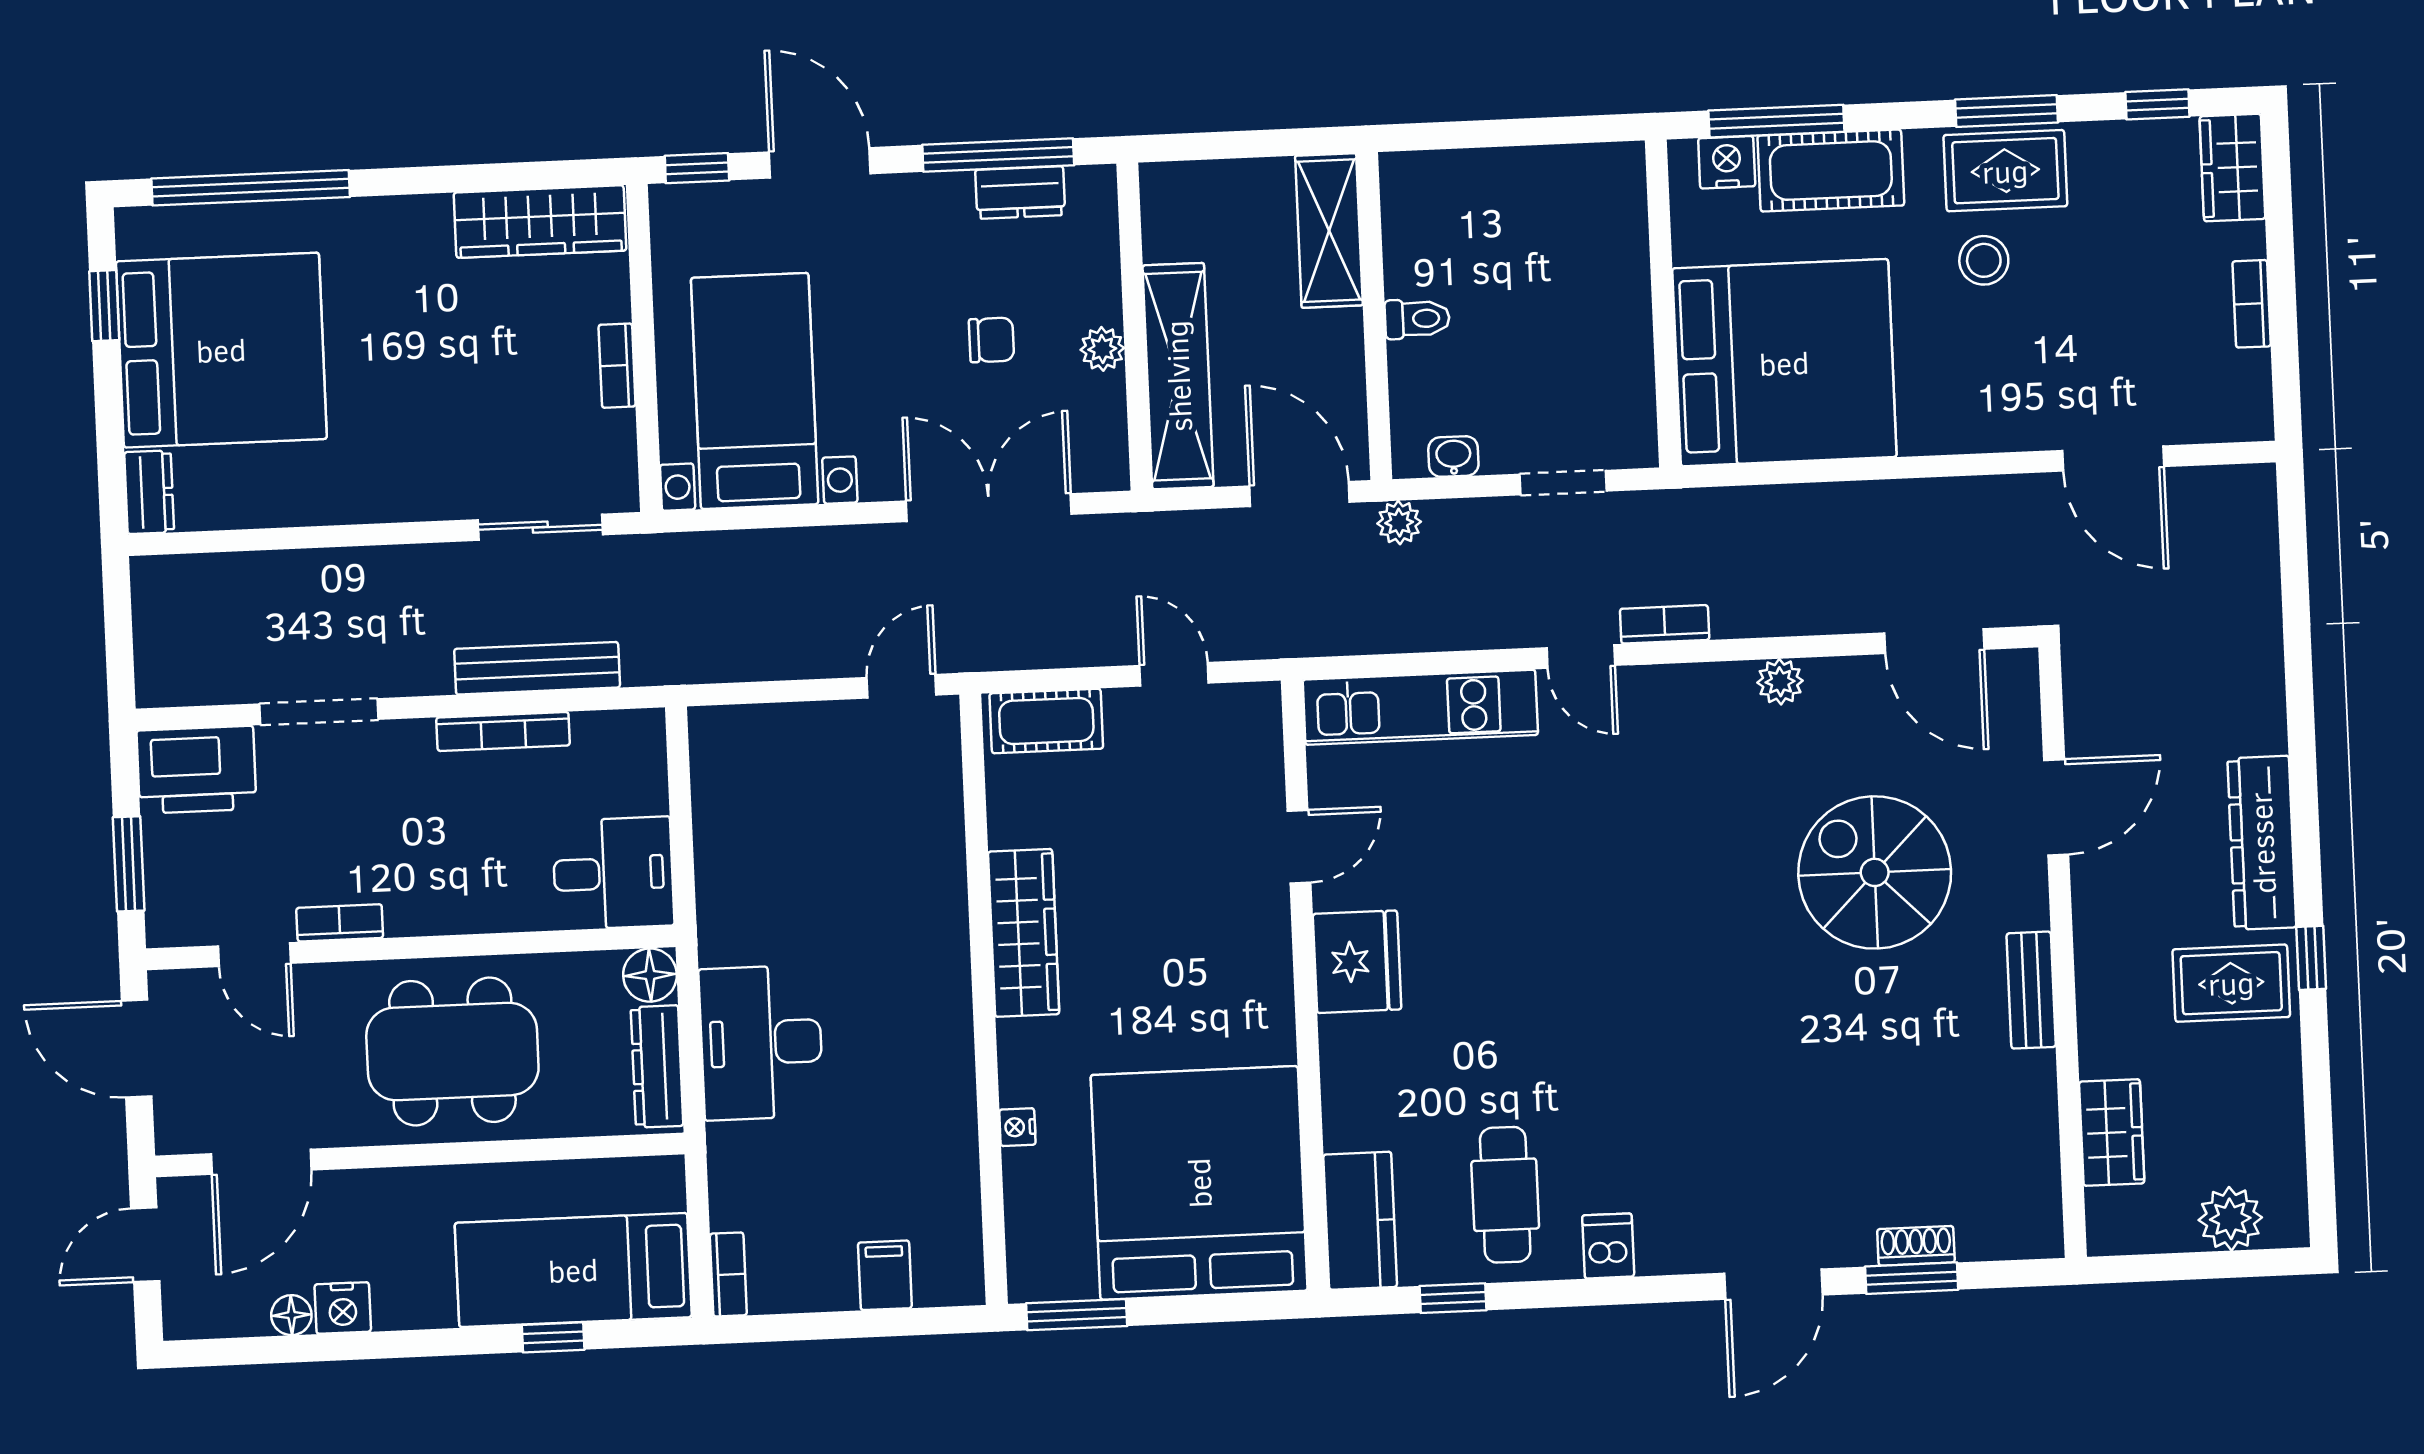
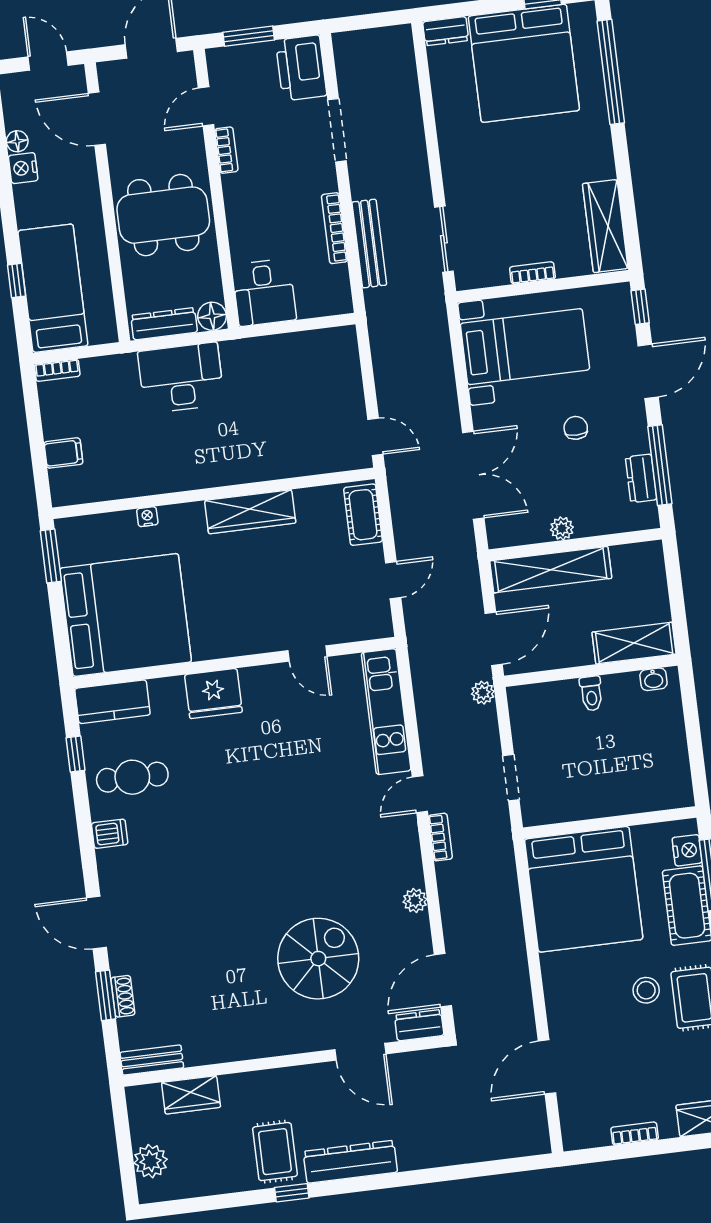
chair: (991, 340) -> (576, 428), moved, turned 180
washbasin: (1453, 457) -> (653, 679), moved, turned 90
dresser: (2015, 693) -> (419, 1025), added
fridge: (1357, 962) -> (213, 693), moved
bench: (2031, 990) -> (152, 1060), moved
dining table: (452, 1051) -> (163, 215), turned 90

